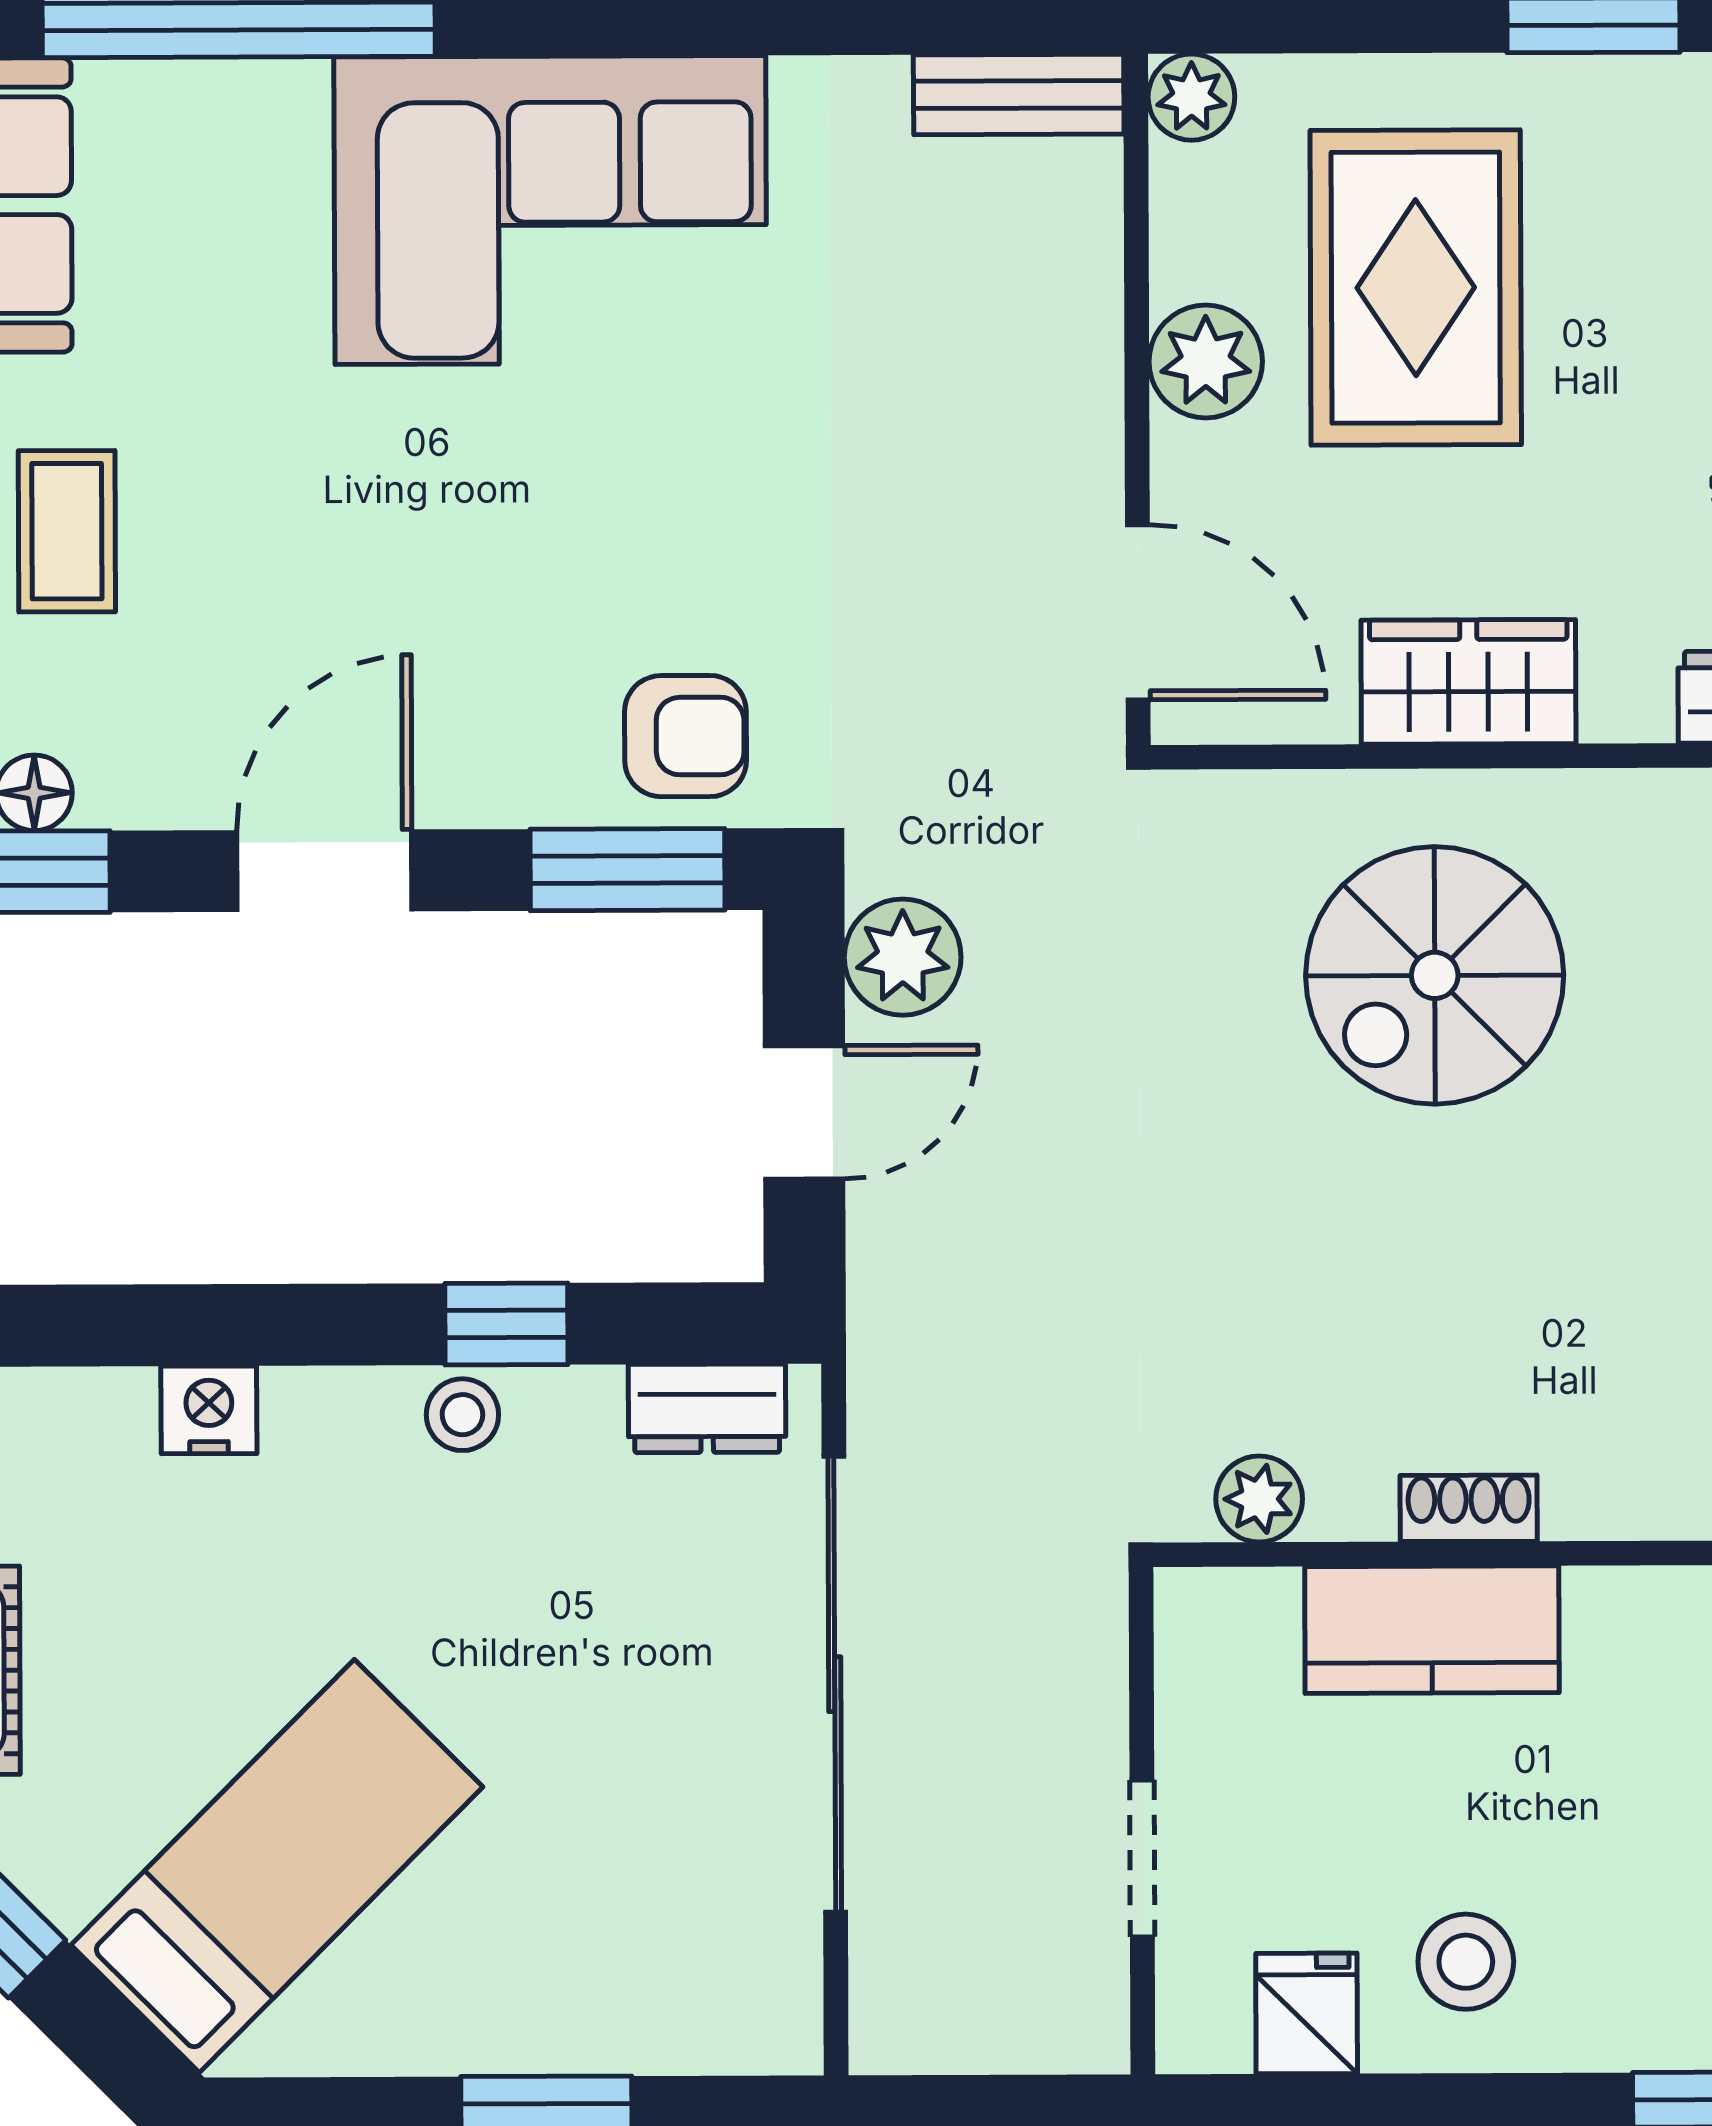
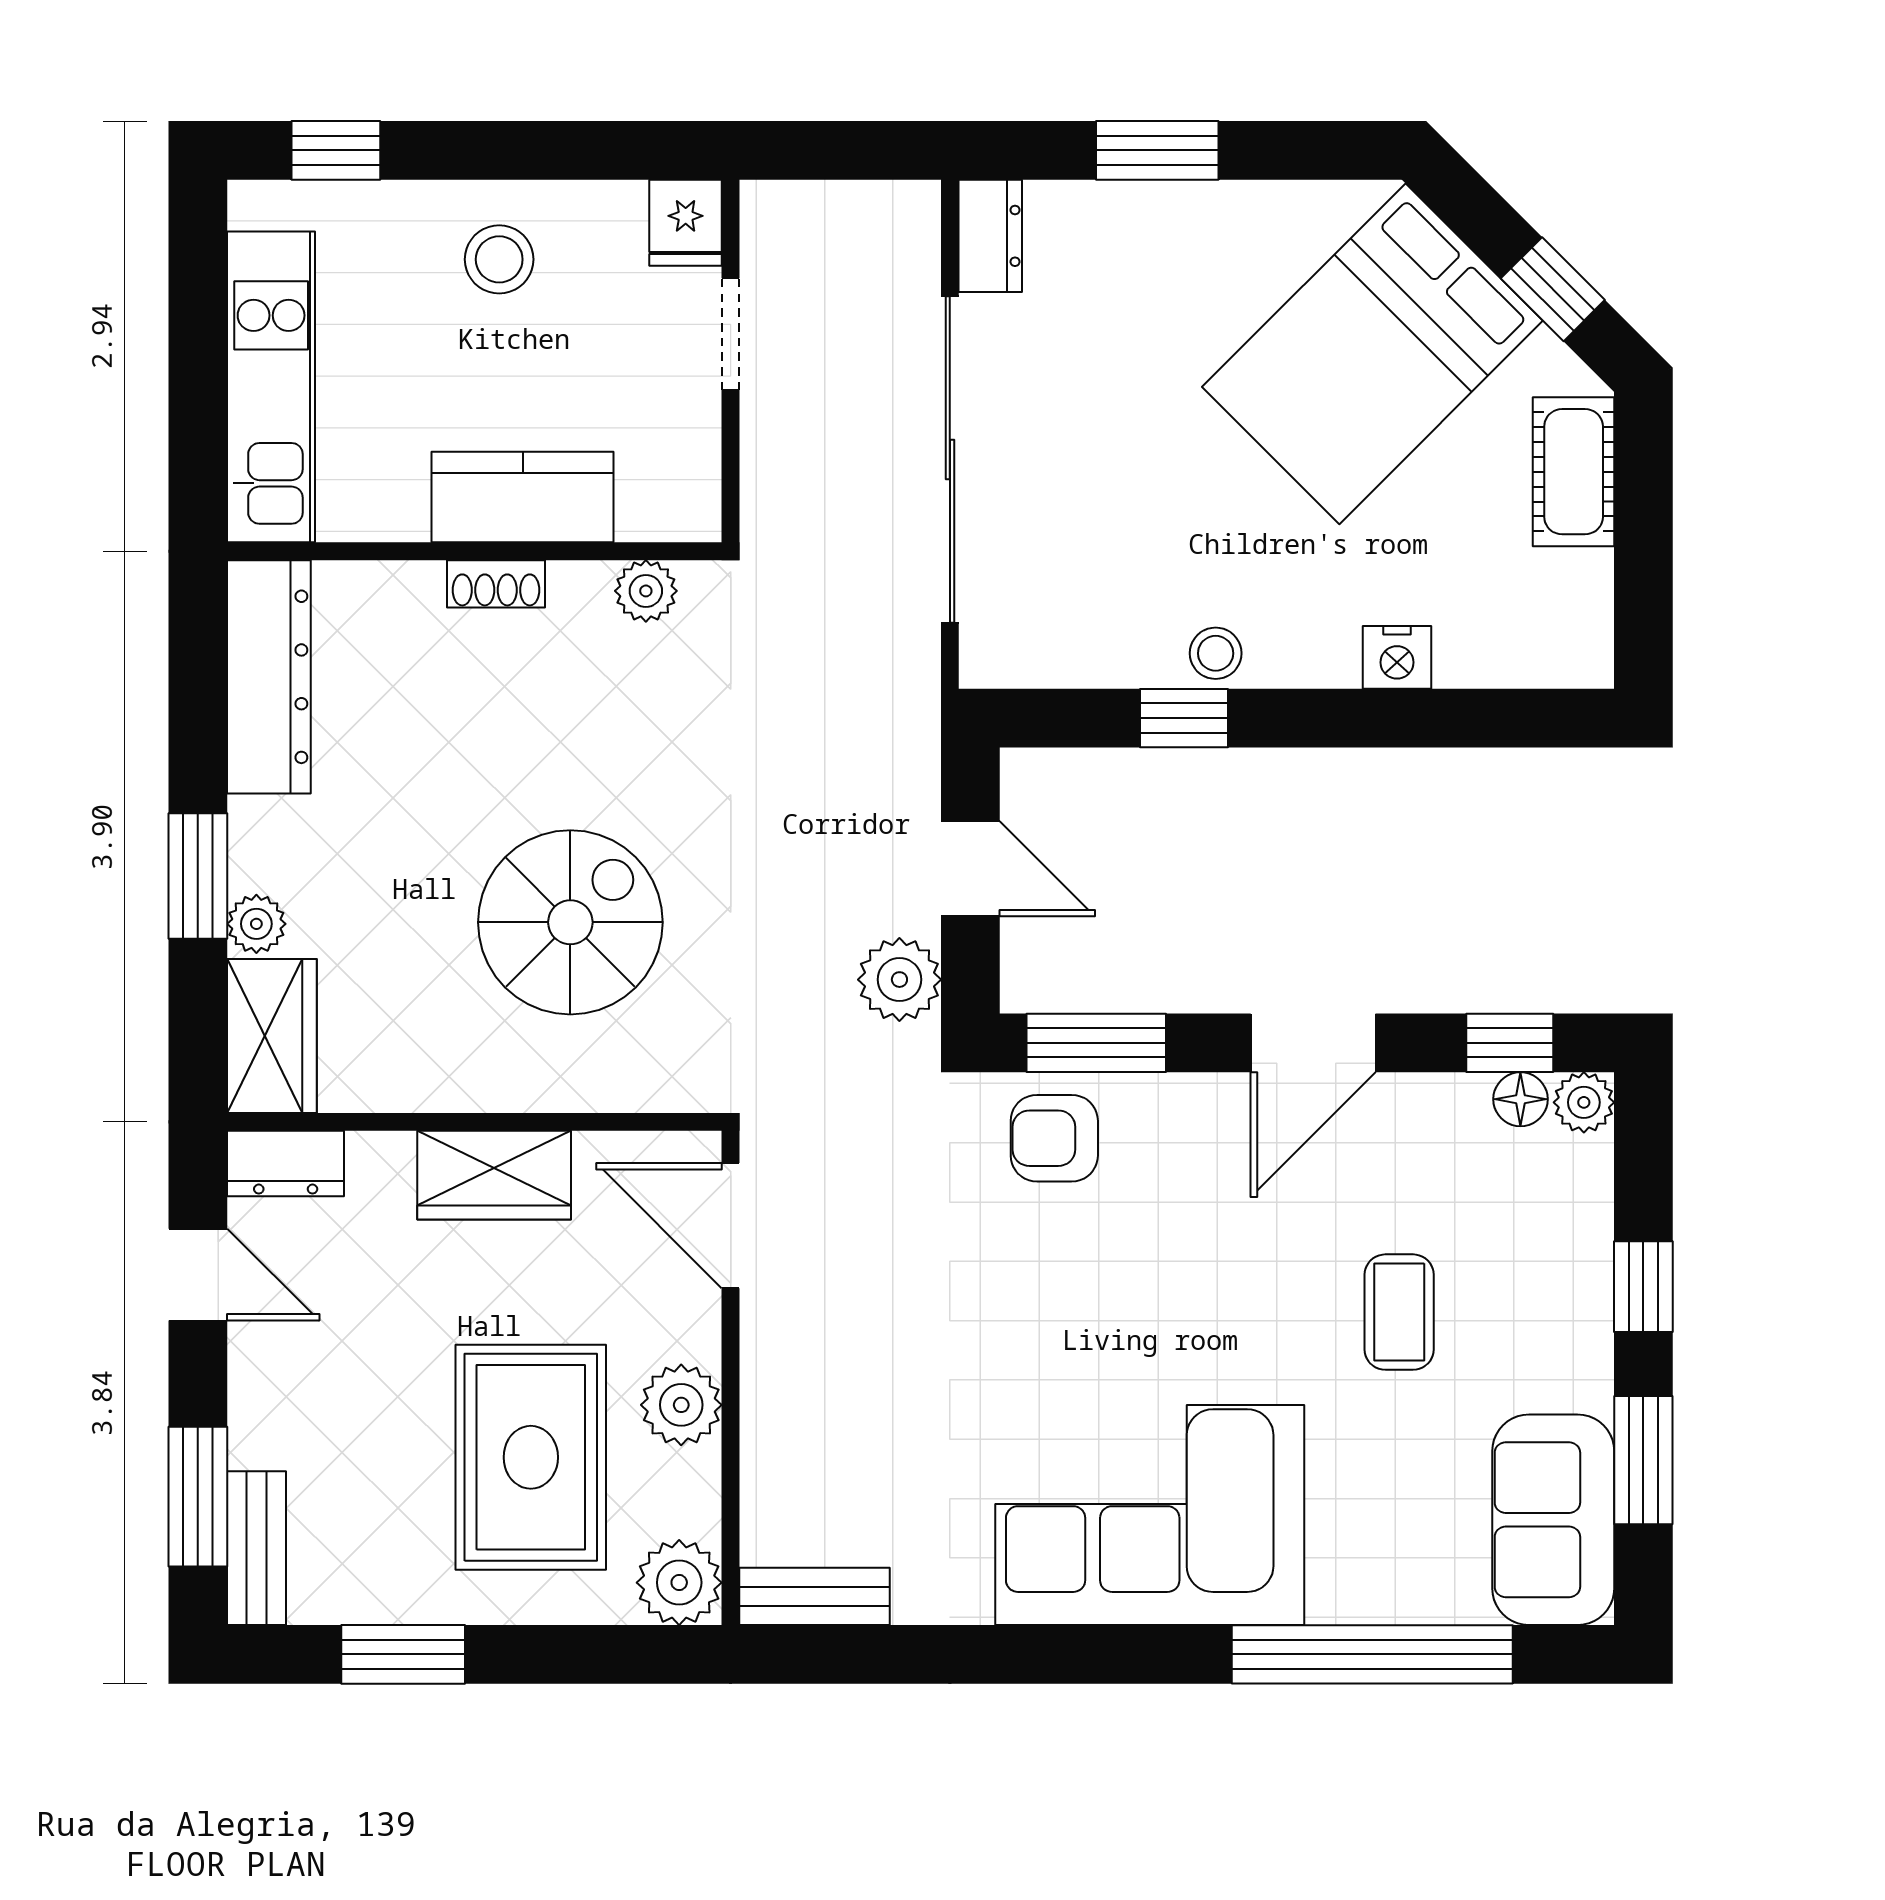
plant: (1191, 97) -> (679, 1583), width x1.38, depth x1.38
coffee table: (67, 531) -> (1399, 1312), moved
spiral stairs: (1435, 975) -> (570, 922), moved
door: (804, 1112) -> (970, 869), swing flipped
dresser: (707, 1408) -> (990, 236), moved, turned 90
bed: (277, 1866) -> (1372, 354), width x1.50
fridge: (1307, 2013) -> (686, 223), moved

